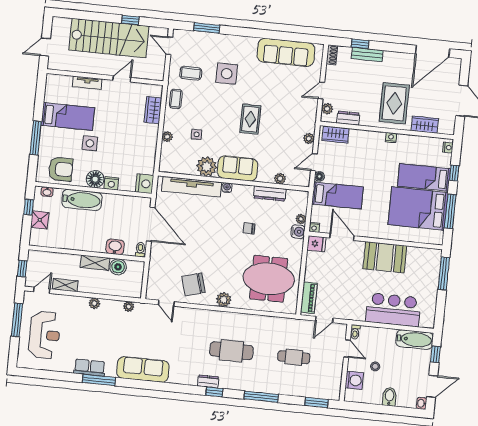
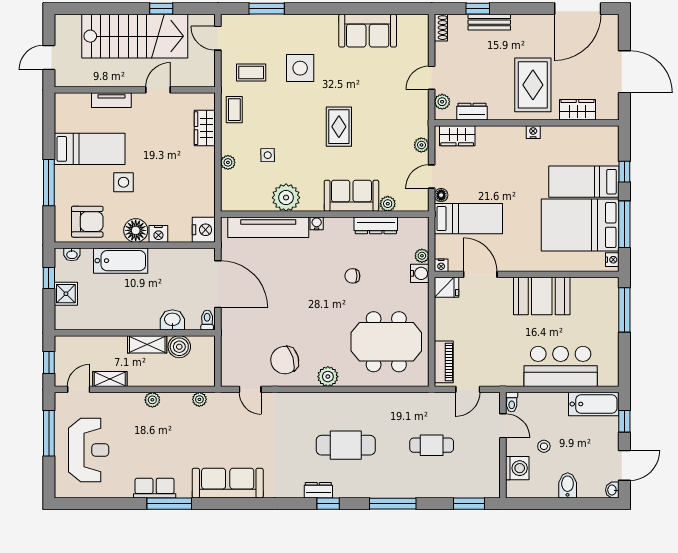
sofa: (286, 52) -> (368, 31), width x0.73
nightstand: (448, 148) -> (612, 260), moved
sofa: (238, 168) -> (351, 196), moved

